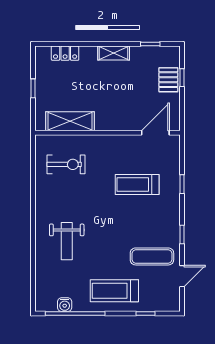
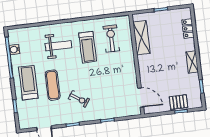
exercise bike: (66, 164) -> (111, 39), turned 180
treadmill: (137, 184) -> (88, 47), moved, turned 180
exercise bike: (146, 221) -> (79, 99), added
weight bench: (67, 241) -> (58, 46), turned 180
exercise mat: (152, 256) -> (53, 85), moved

